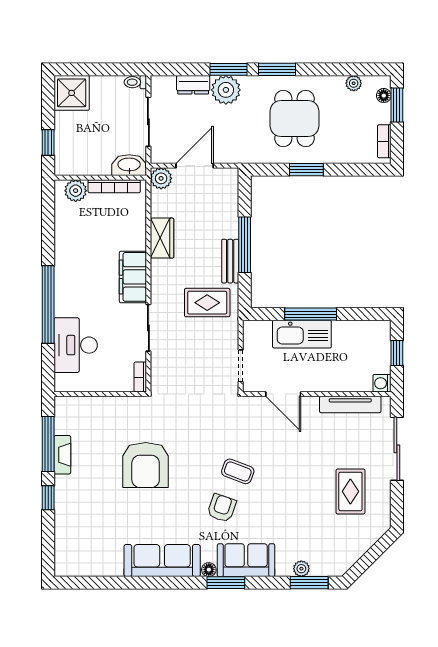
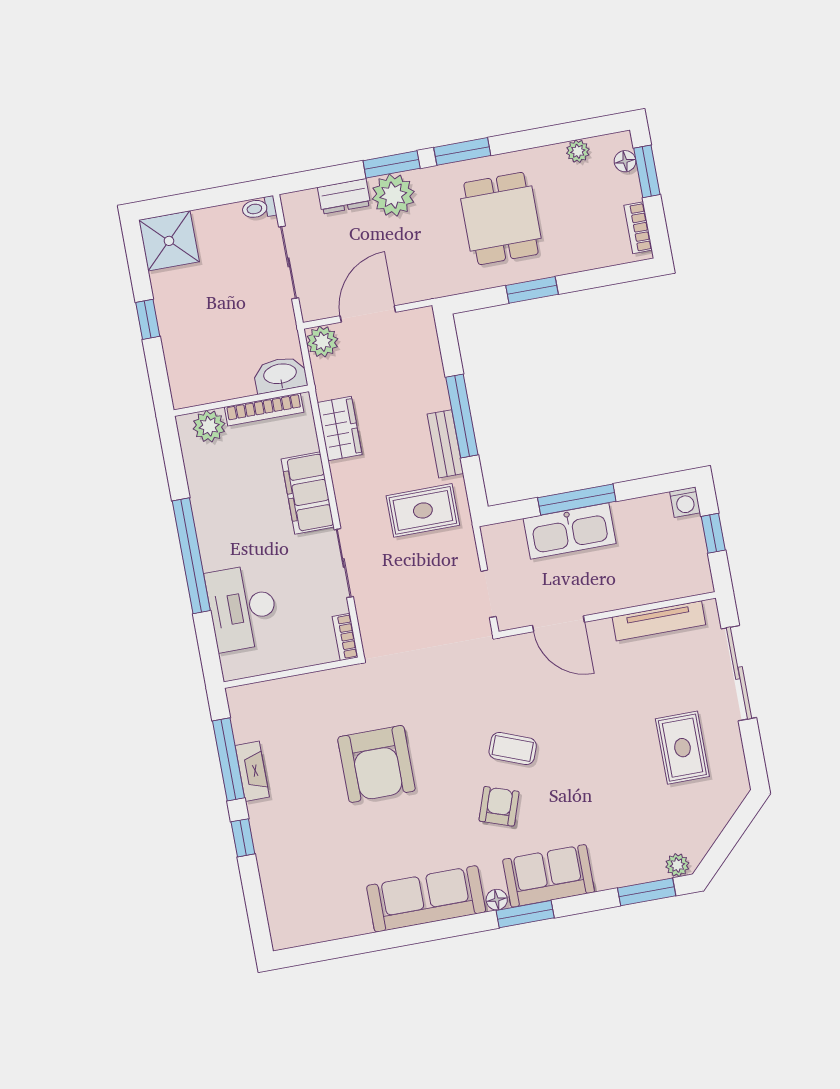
washbasin: (129, 165) -> (280, 375), moved
wall: (100, 178) -> (241, 401), moved
bookcase: (114, 186) -> (264, 410), moved
plant: (76, 191) -> (209, 426), moved
washing machine: (382, 383) -> (685, 502), moved, turned -90
plant: (301, 569) -> (677, 865), moved

